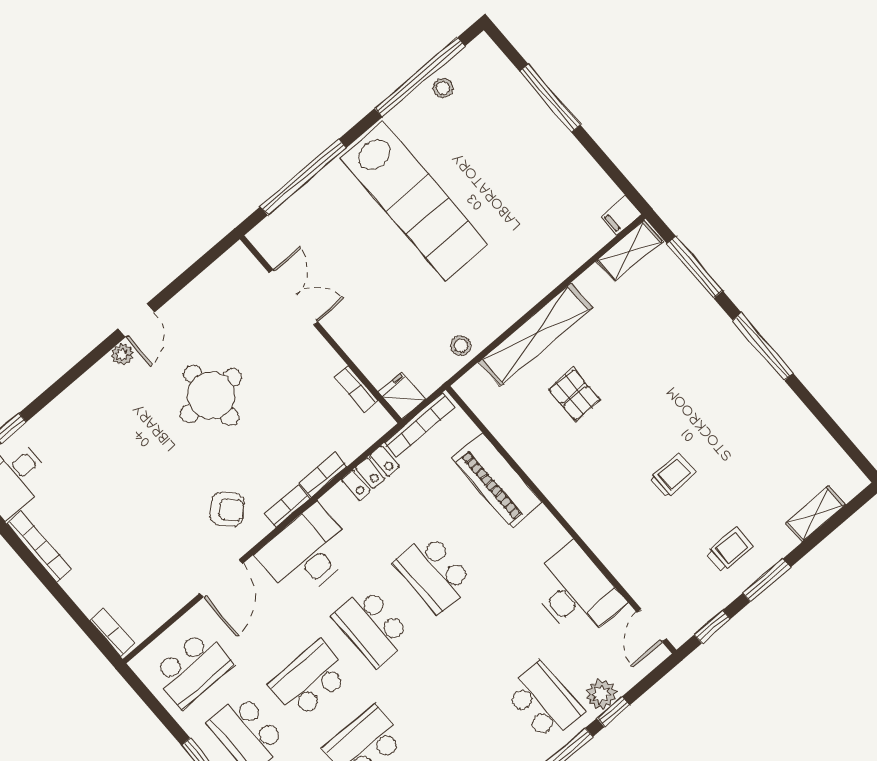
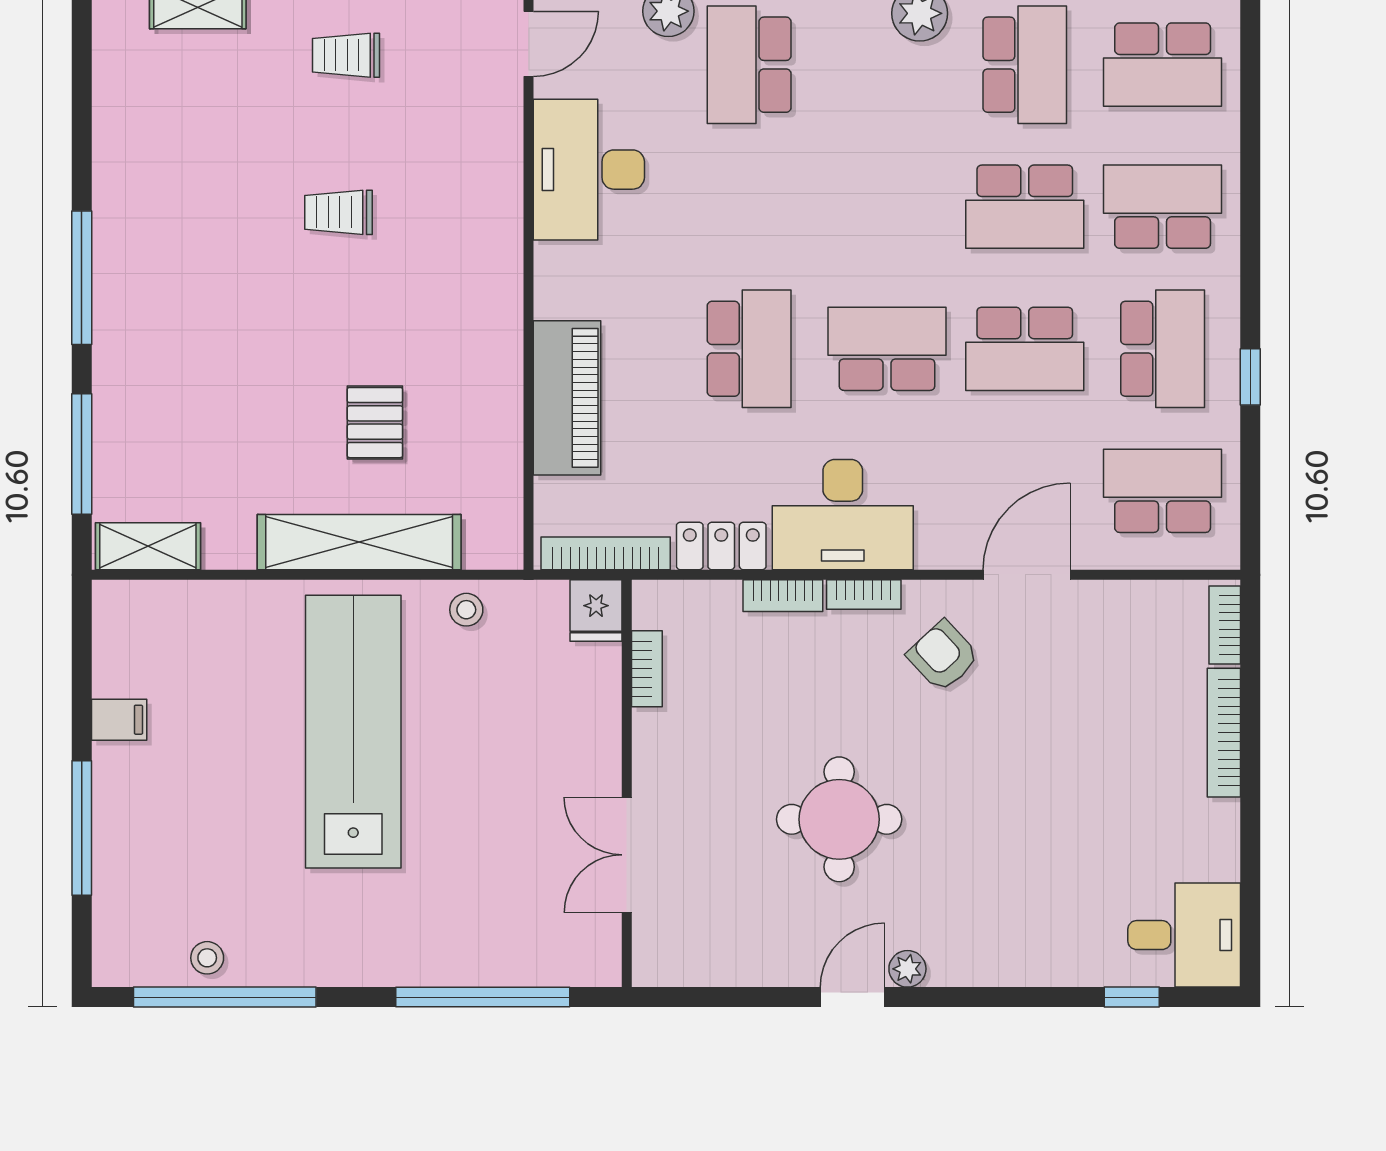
lab bench: (415, 201) -> (353, 732), moved
filing cabinet: (621, 216) -> (119, 720), moved
bookcase: (39, 547) -> (1224, 733), moved
desk: (306, 553) -> (843, 515), moved
school desk: (372, 626) -> (887, 349), turned -90

